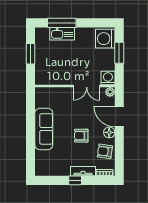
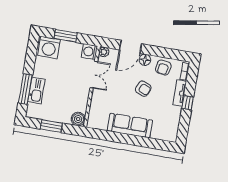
boiler: (42, 78) -> (78, 119), added
armchair: (81, 136) -> (143, 89), turned -69

